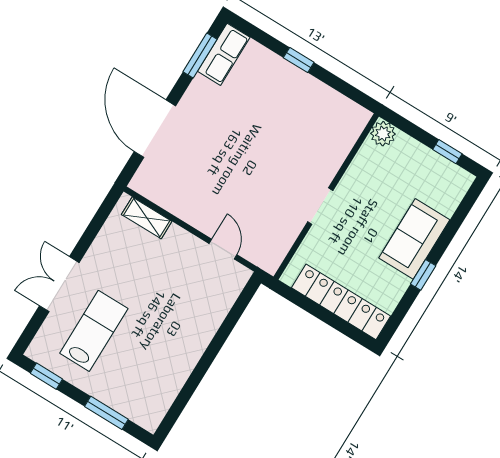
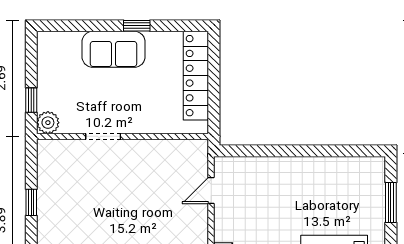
window: (299, 60) -> (31, 202), moved
window: (447, 152) -> (31, 100), moved
doorway: (320, 206) -> (103, 136), moved

